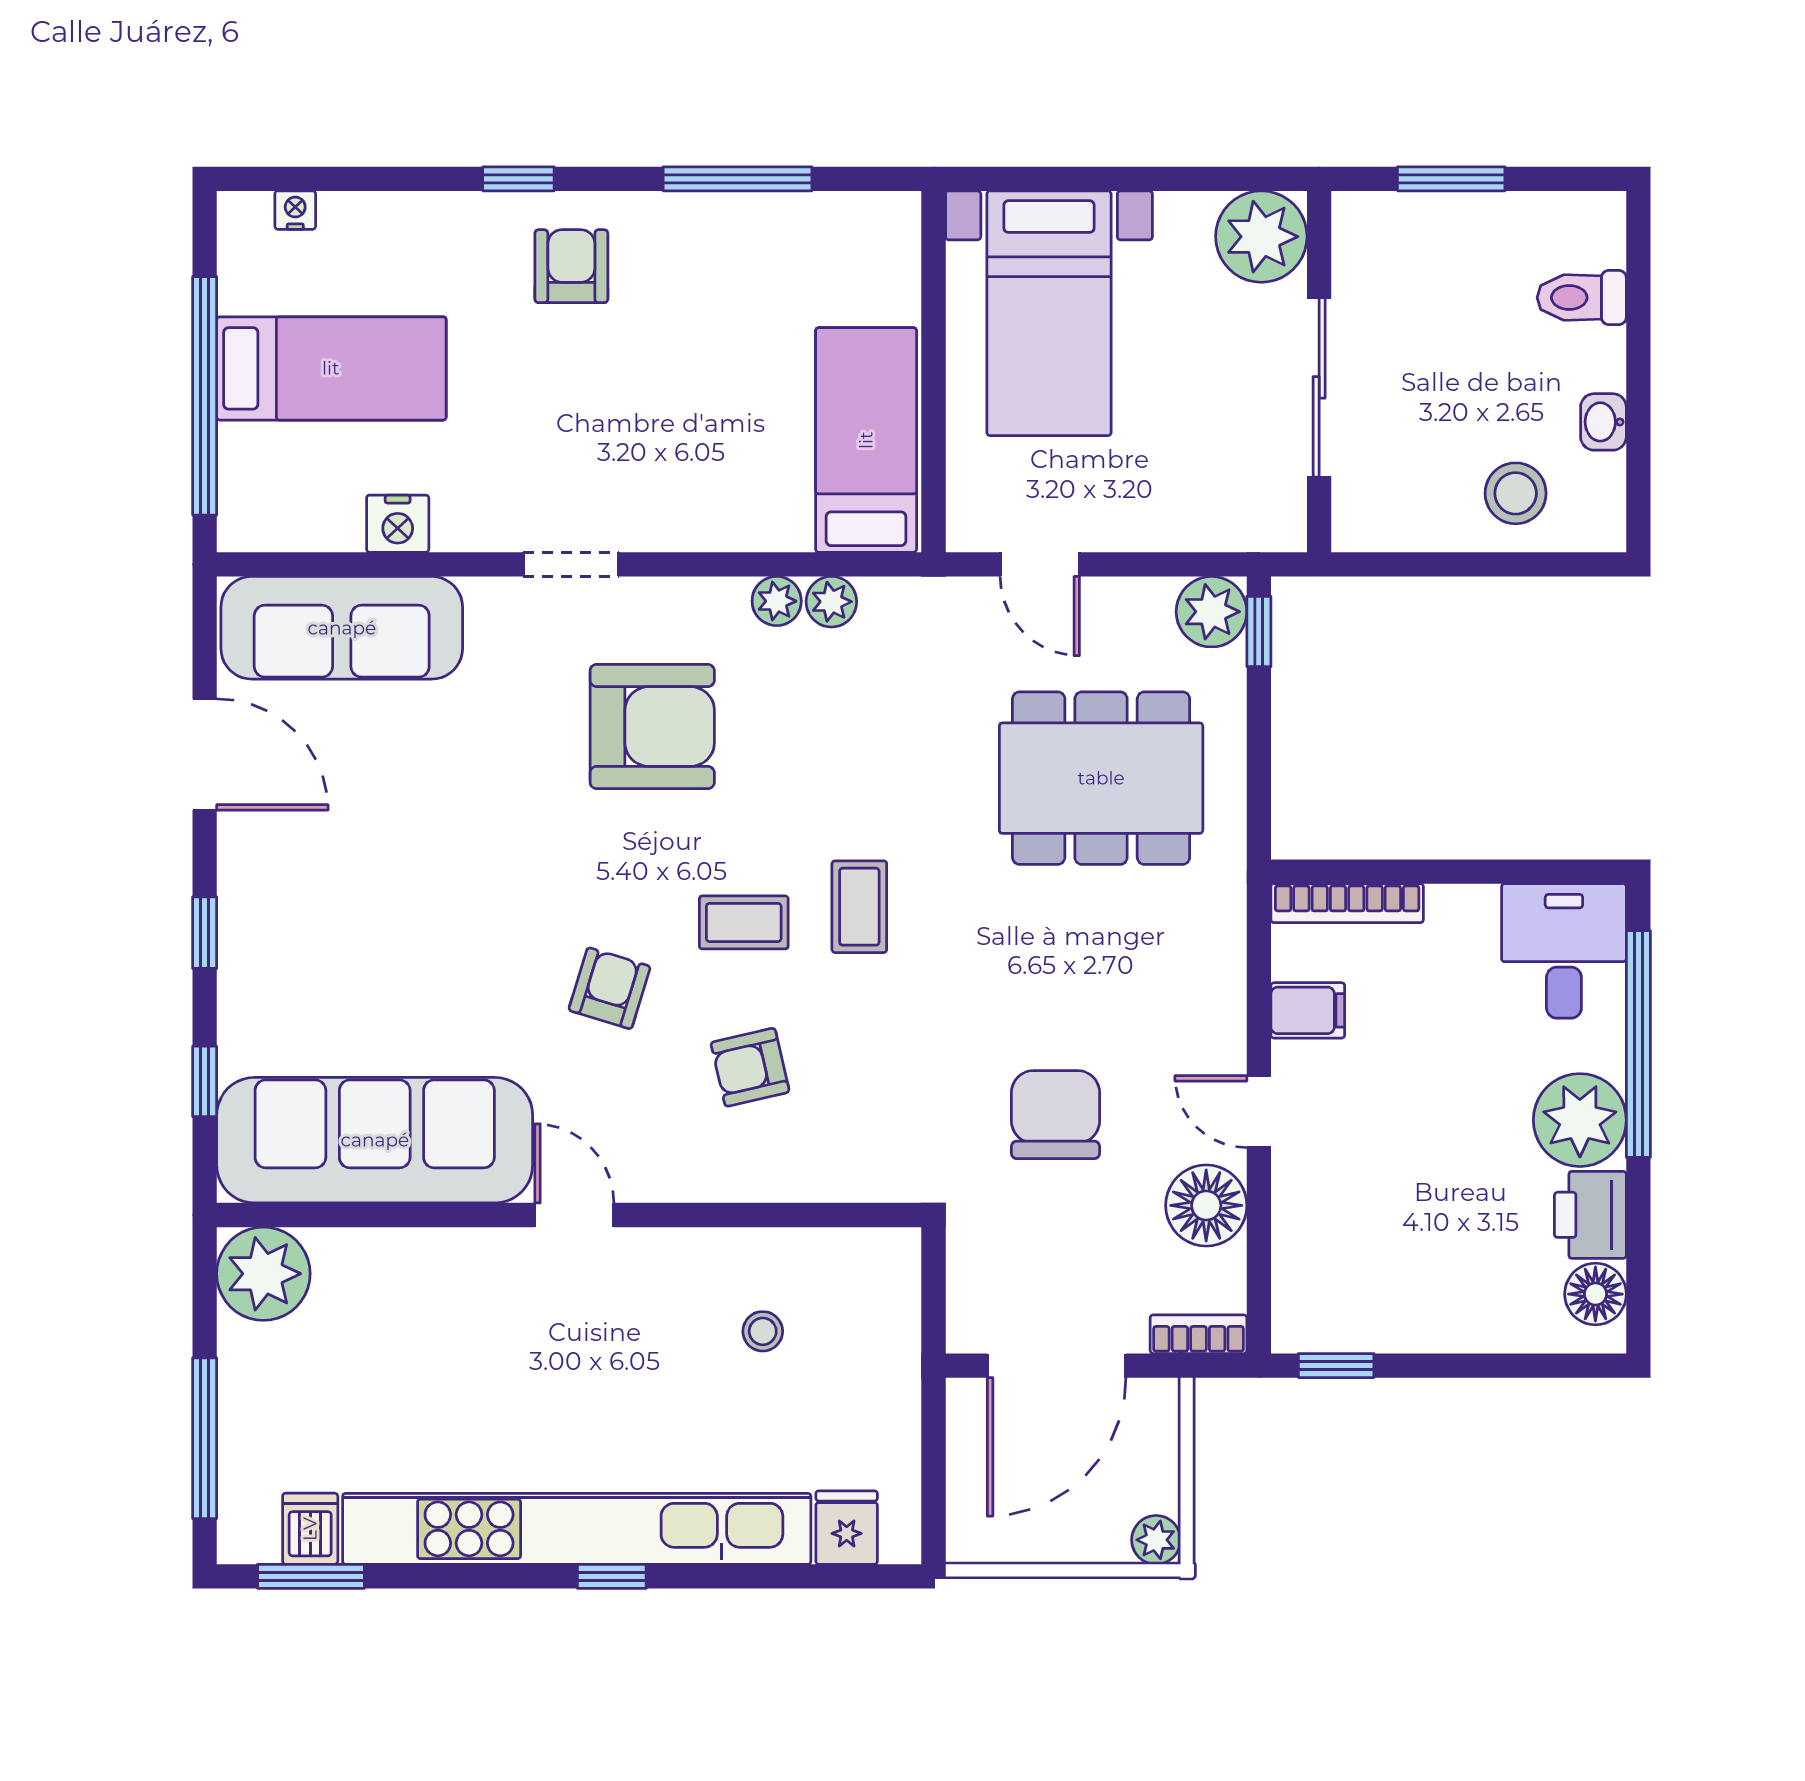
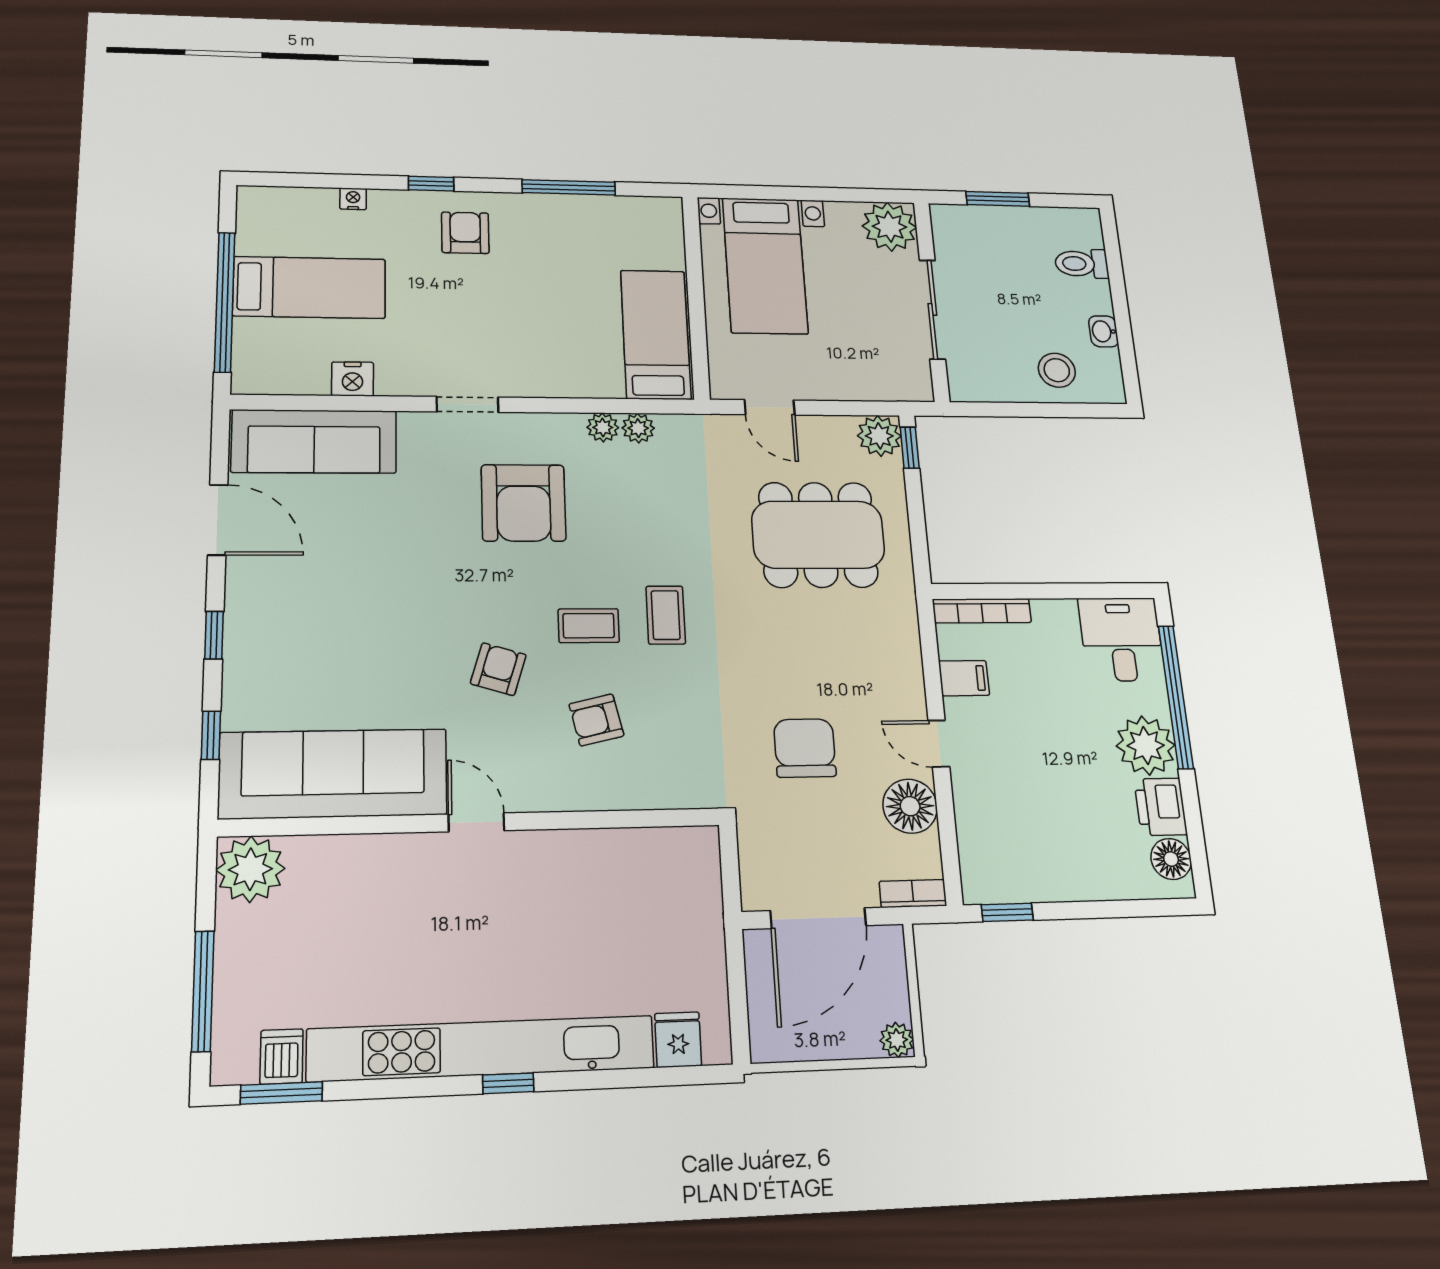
nightstand: (295, 210) -> (353, 199), moved
armchair: (652, 727) -> (523, 503), turned 90
stool: (763, 1331) -> (612, 900), removed

